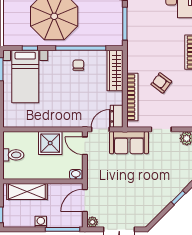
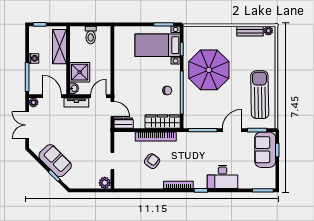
bookcase: (132, 97) -> (156, 136), moved
shower: (50, 143) -> (80, 72), moved
sofa: (129, 143) -> (55, 161), moved, turned 135
tv unit: (92, 172) -> (76, 102), added

